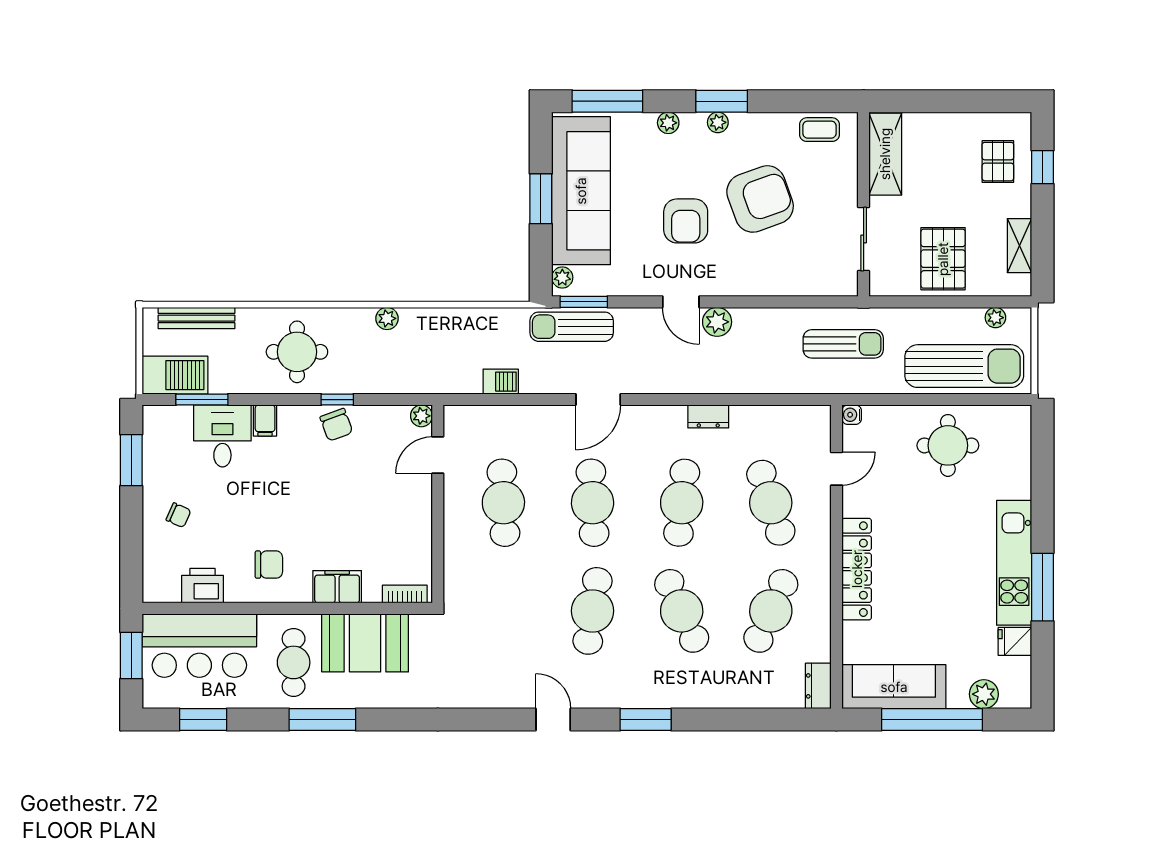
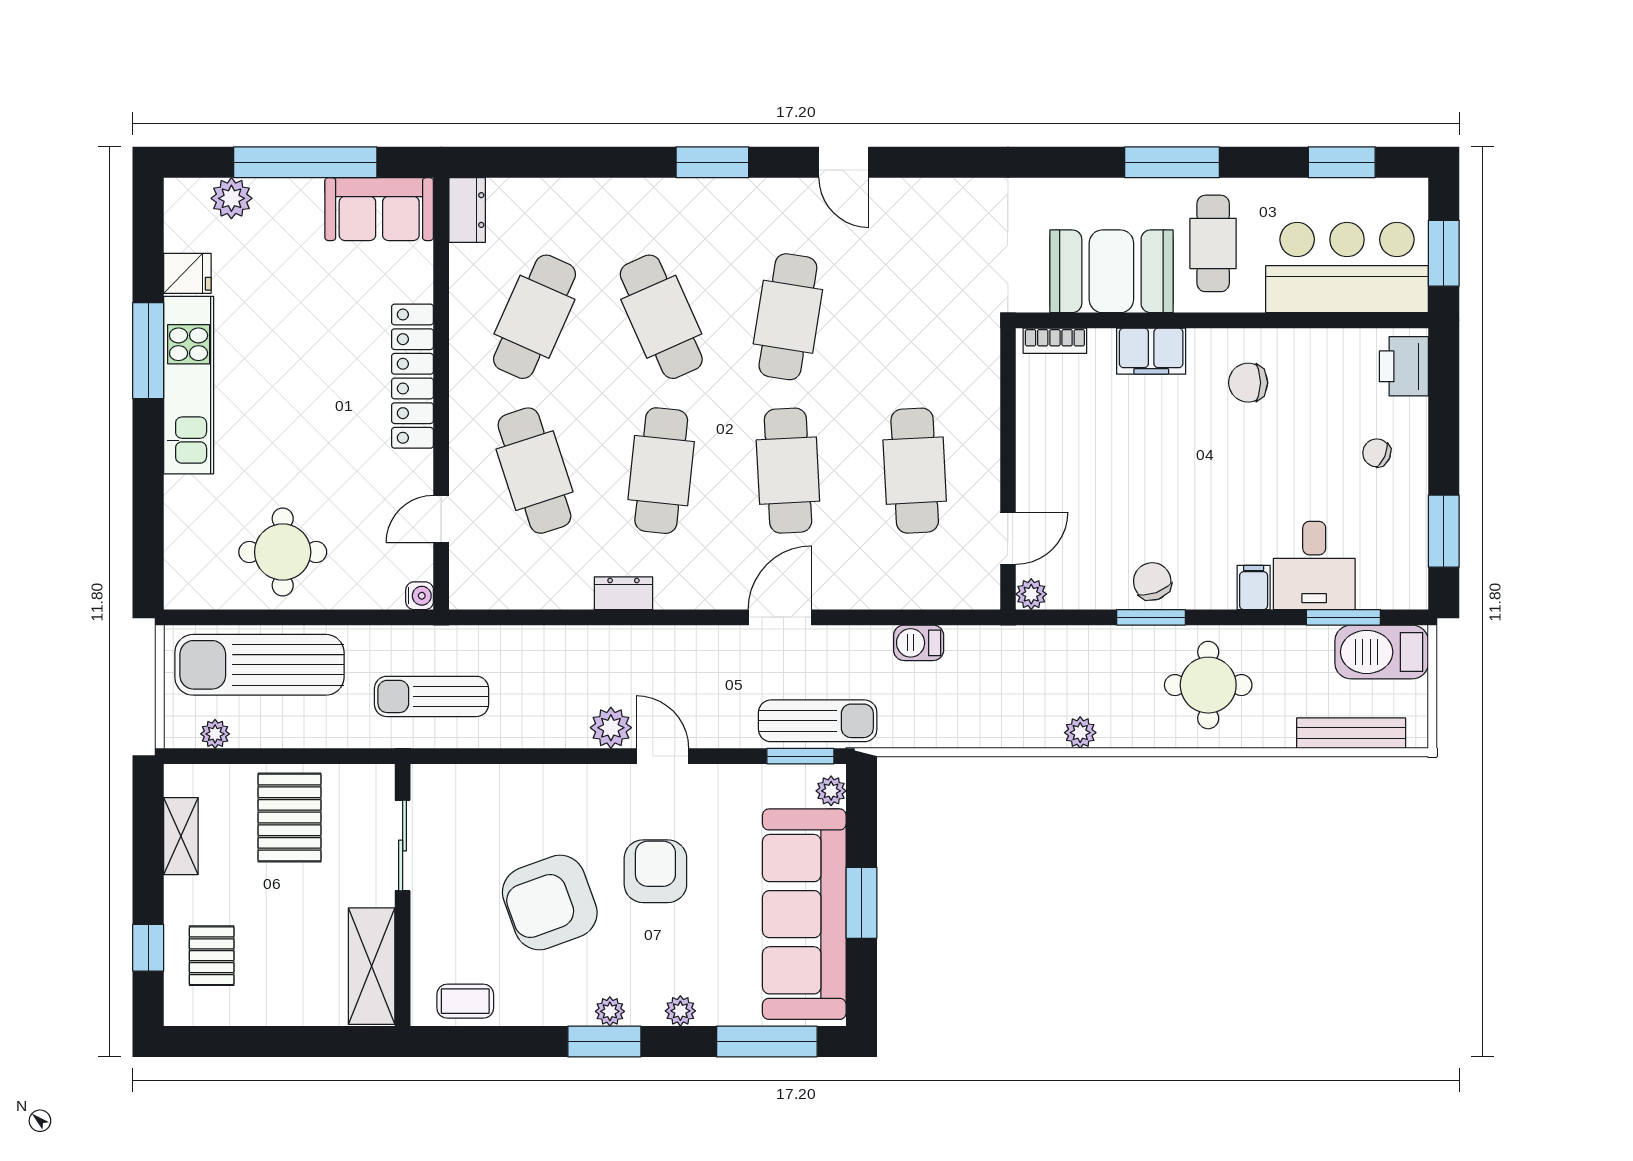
window: (337, 400) -> (1151, 617), width x1.50
printer: (202, 586) -> (1404, 366), moved, turned 90
sofa: (894, 687) -> (379, 209), width x0.73

